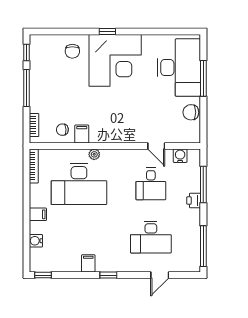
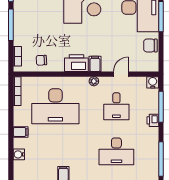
printer: (104, 133) -> (76, 63), added
filing cabinet: (82, 134) -> (95, 64), moved
door: (156, 146) -> (121, 74), swing flipped
plant: (94, 154) -> (94, 81), moved
water cooler: (180, 156) -> (153, 82), moved

